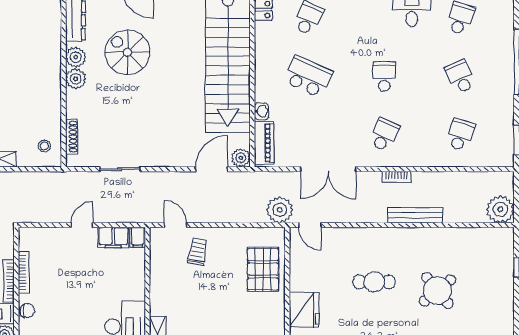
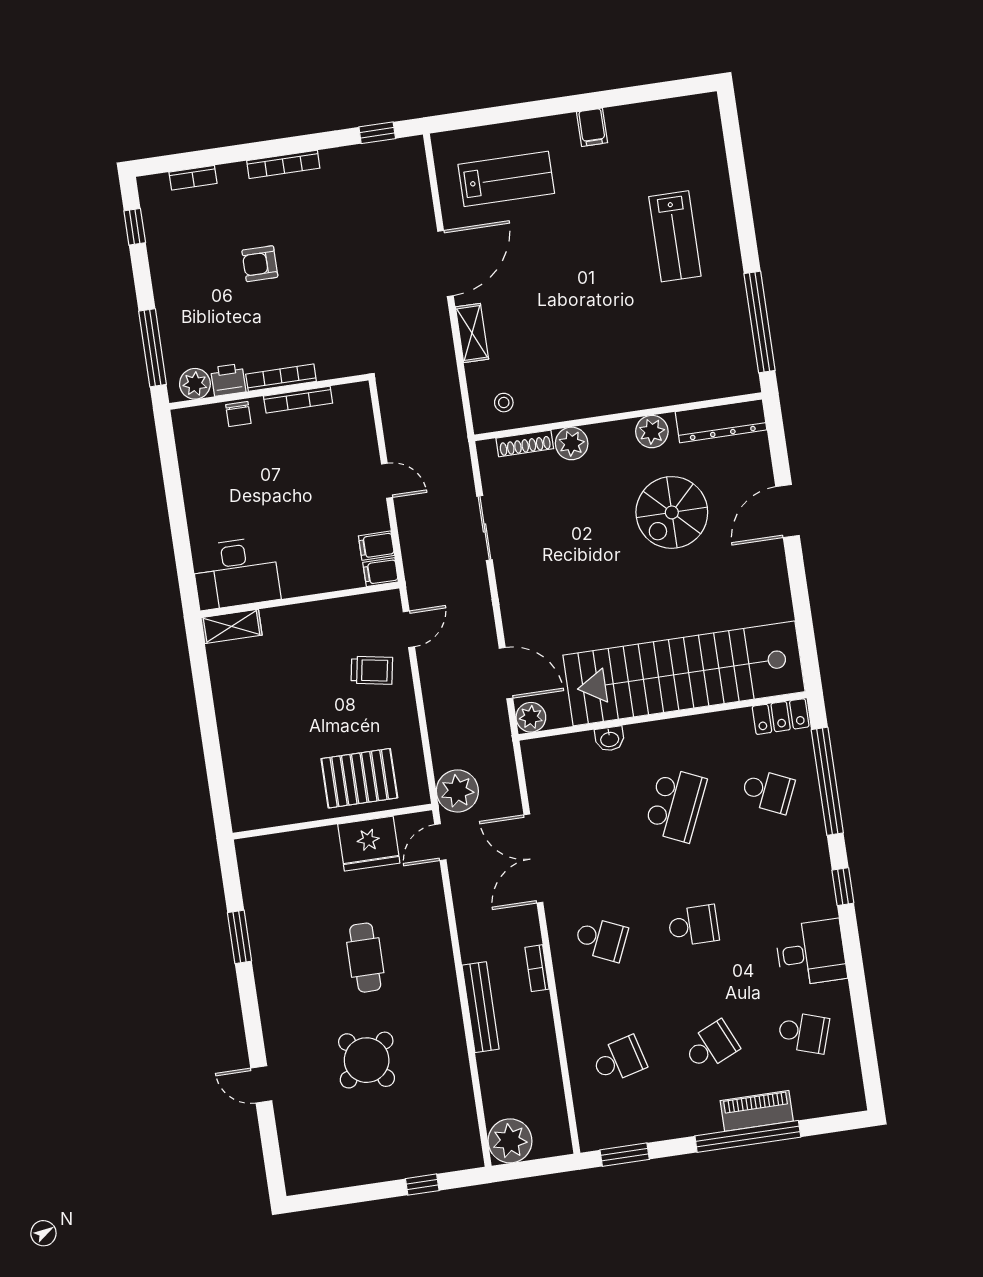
spiral stairs: (127, 52) -> (672, 512), turned 180
plant: (76, 79) -> (572, 443), moved
school desk: (460, 135) -> (619, 1060), turned -33
piano: (264, 143) -> (757, 1111), moved, turned 180
filing cabinet: (113, 237) -> (376, 546), width x0.50
fridge: (304, 310) -> (369, 844), moved

